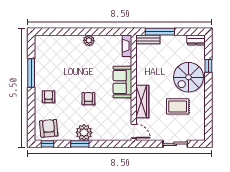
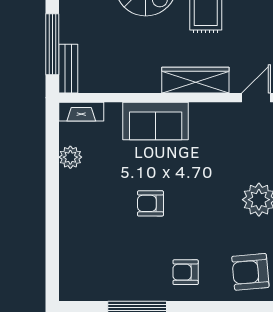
plant: (89, 40) -> (70, 157), moved
armchair: (88, 99) -> (150, 203), moved

